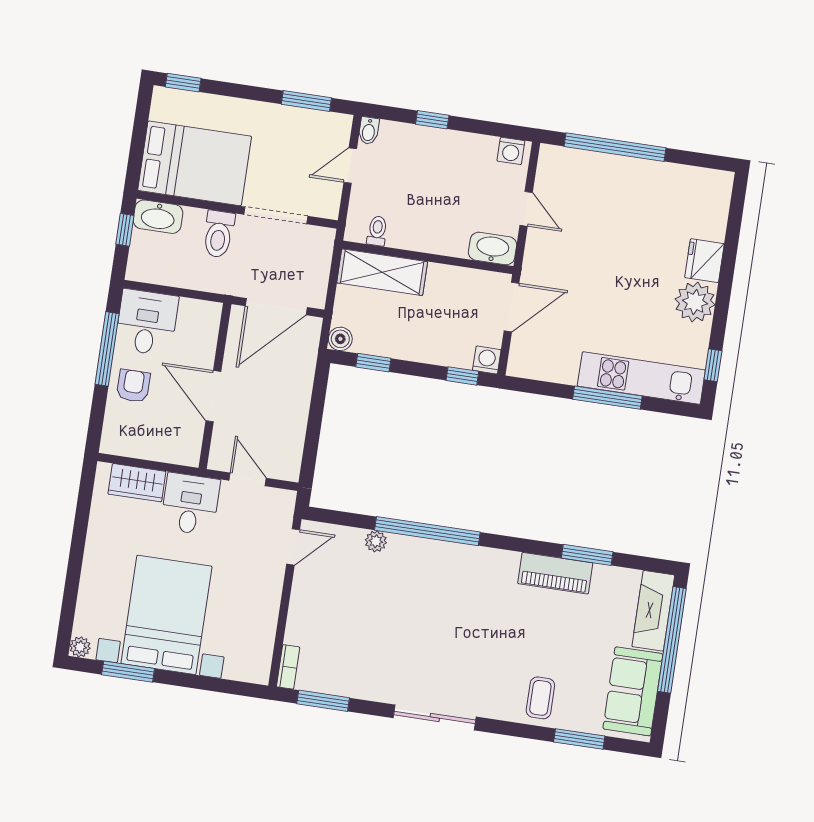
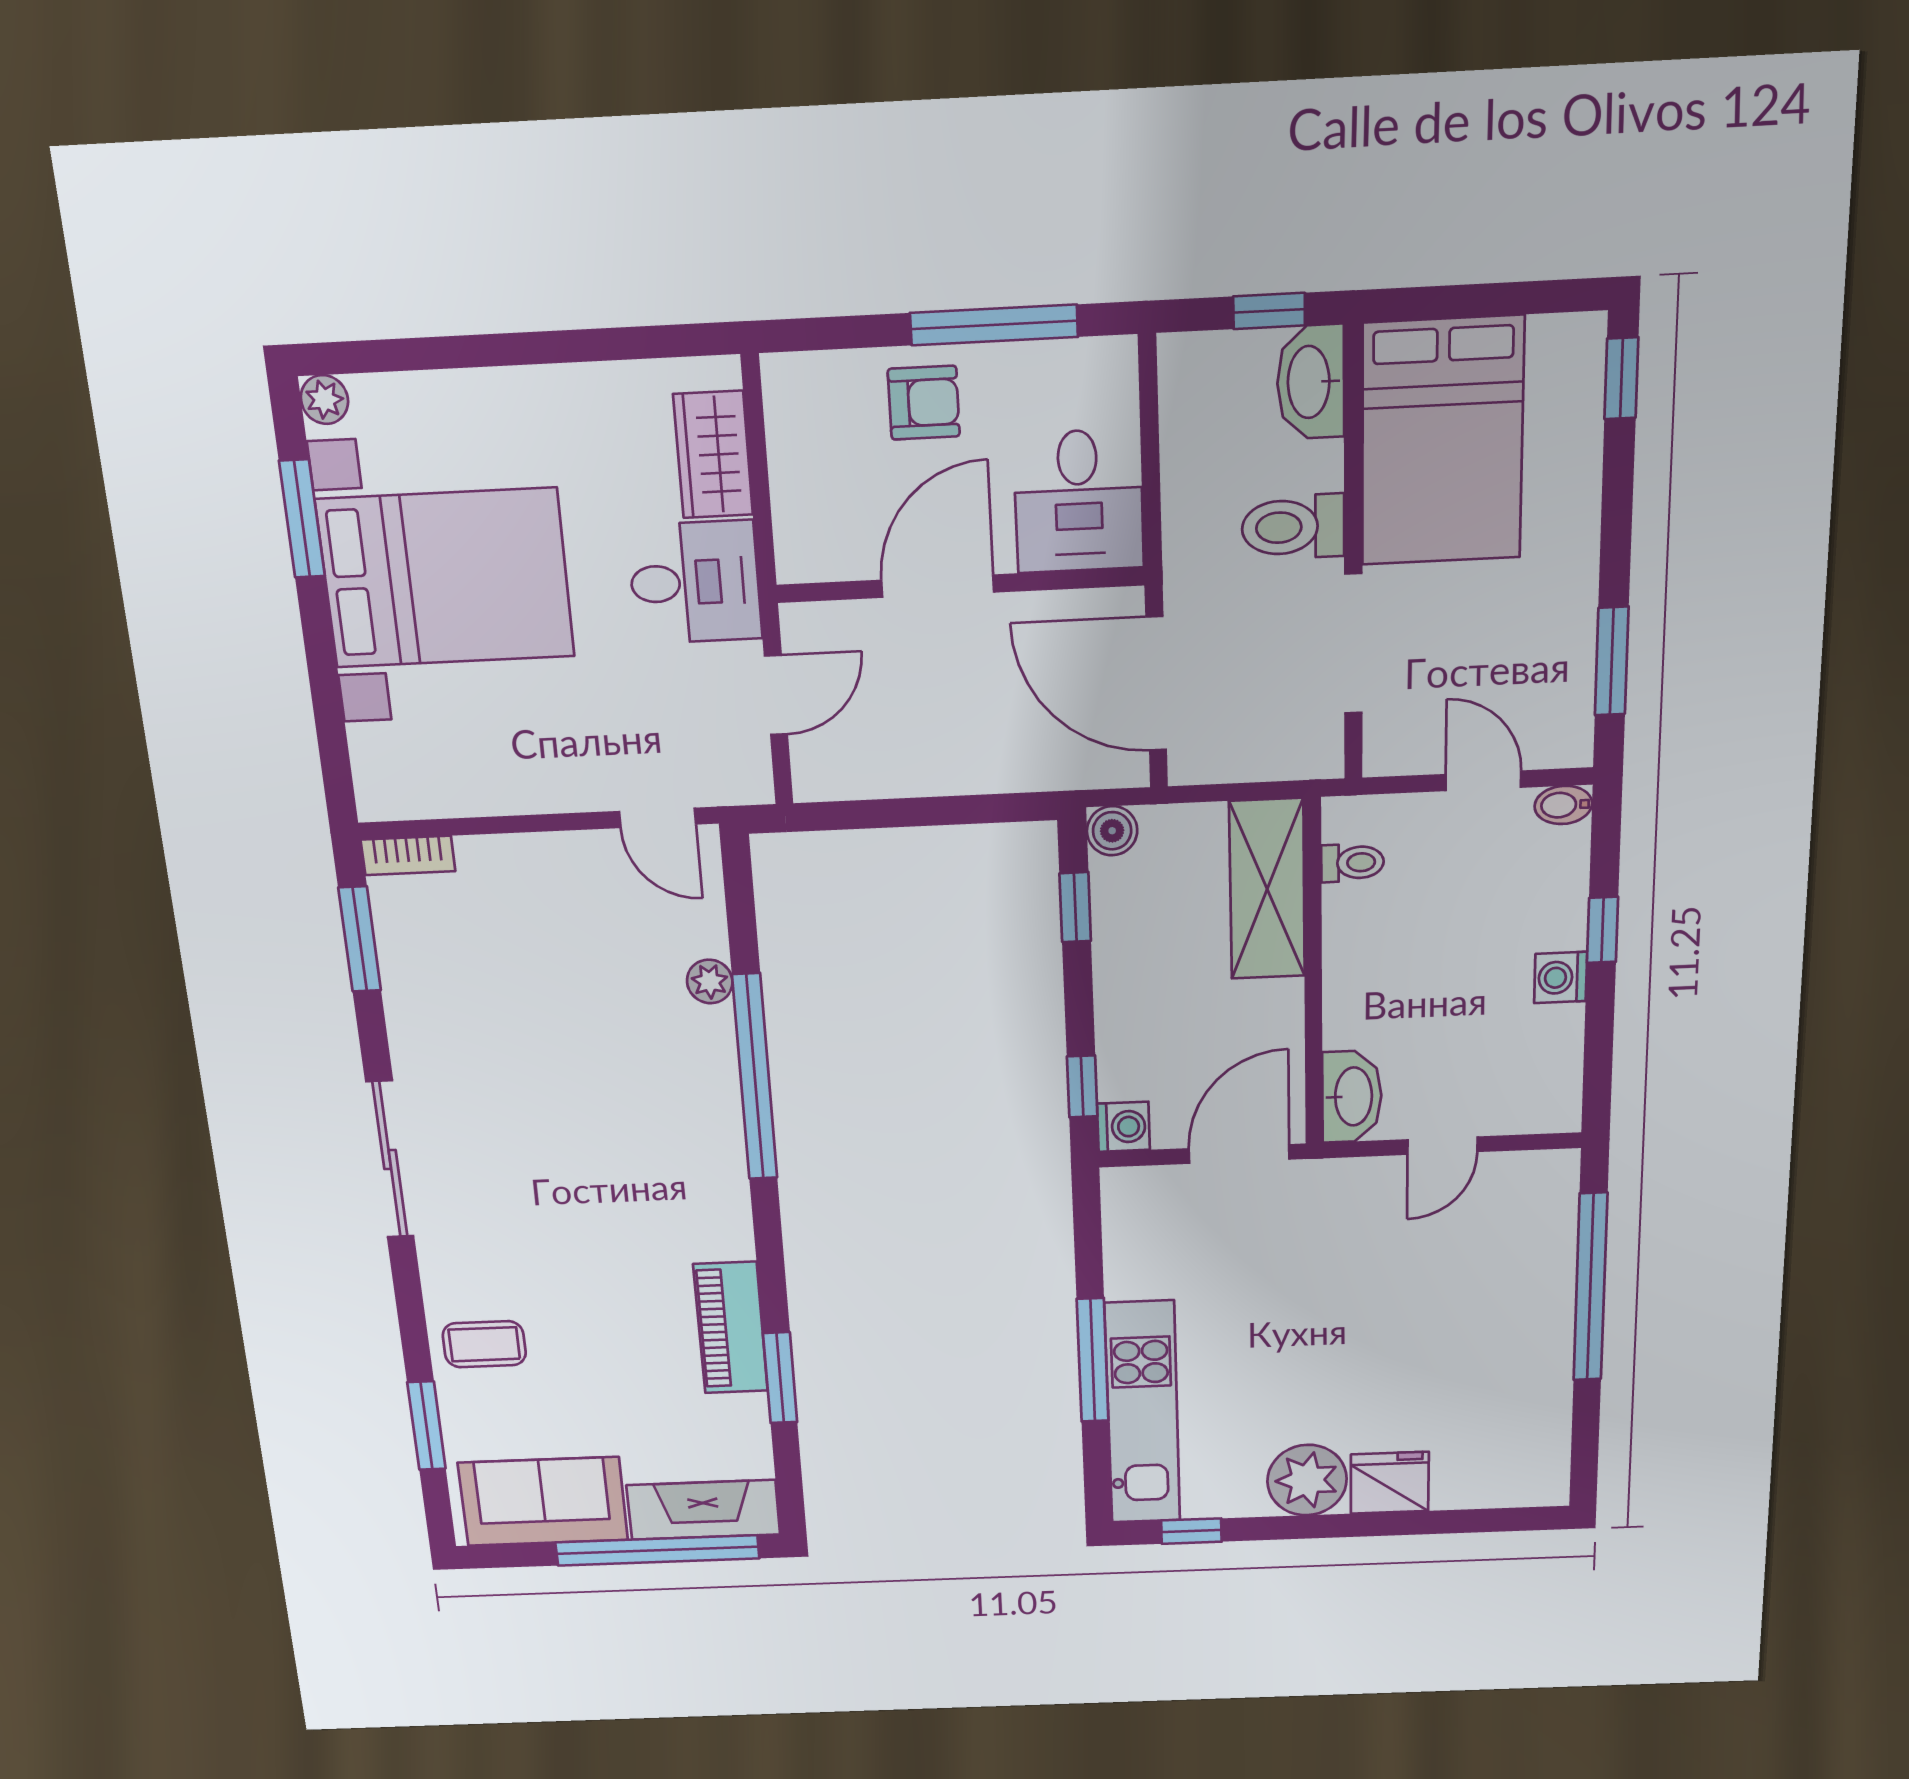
washing machine: (511, 151) -> (1561, 978), moved
door: (512, 307) -> (1239, 1154), swing flipped
desk: (147, 322) -> (1079, 501), moved, turned 90

